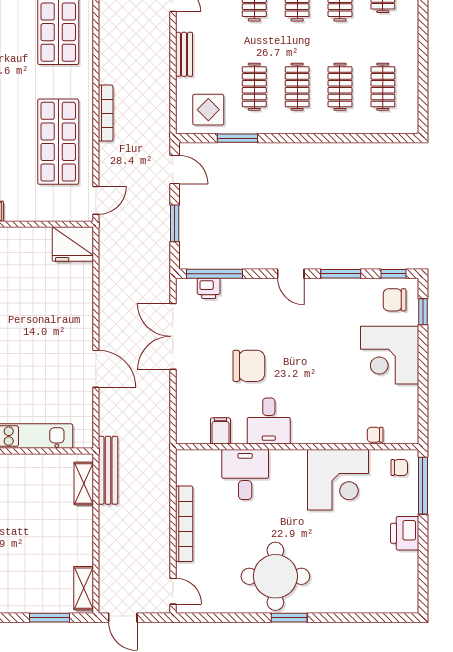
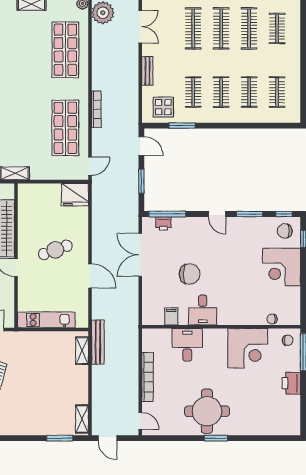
cafe table: (43, 329) -> (55, 250), added

